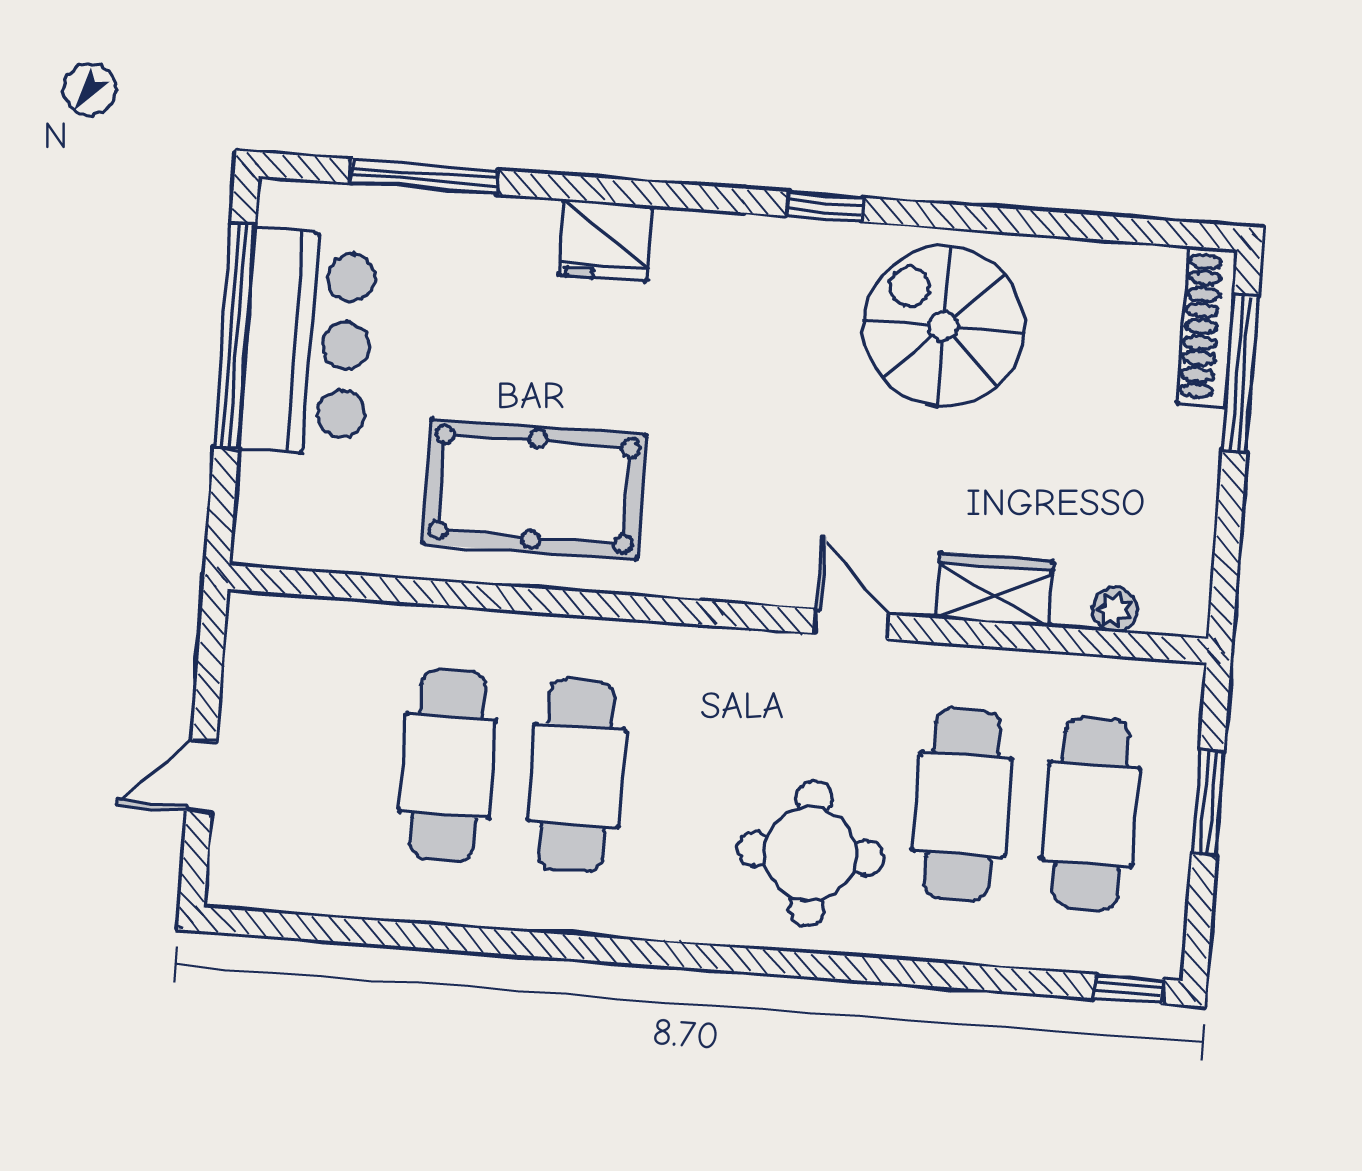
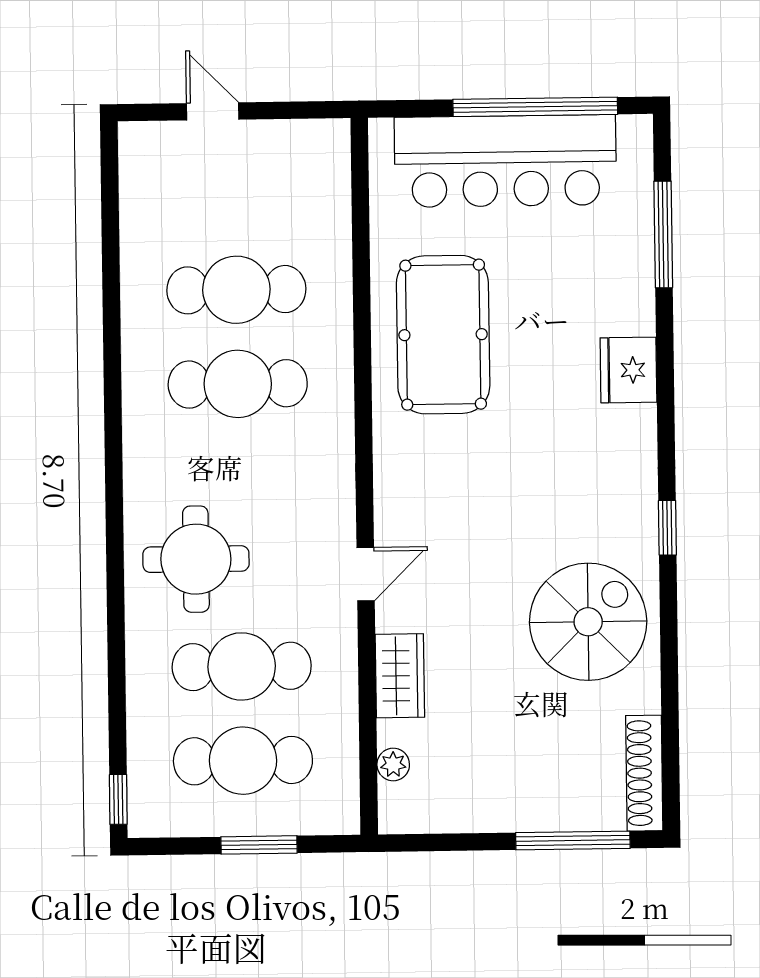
shoe rack: (1207, 327) -> (644, 773), moved, turned -90
bar counter: (308, 343) -> (505, 161), width x1.36

